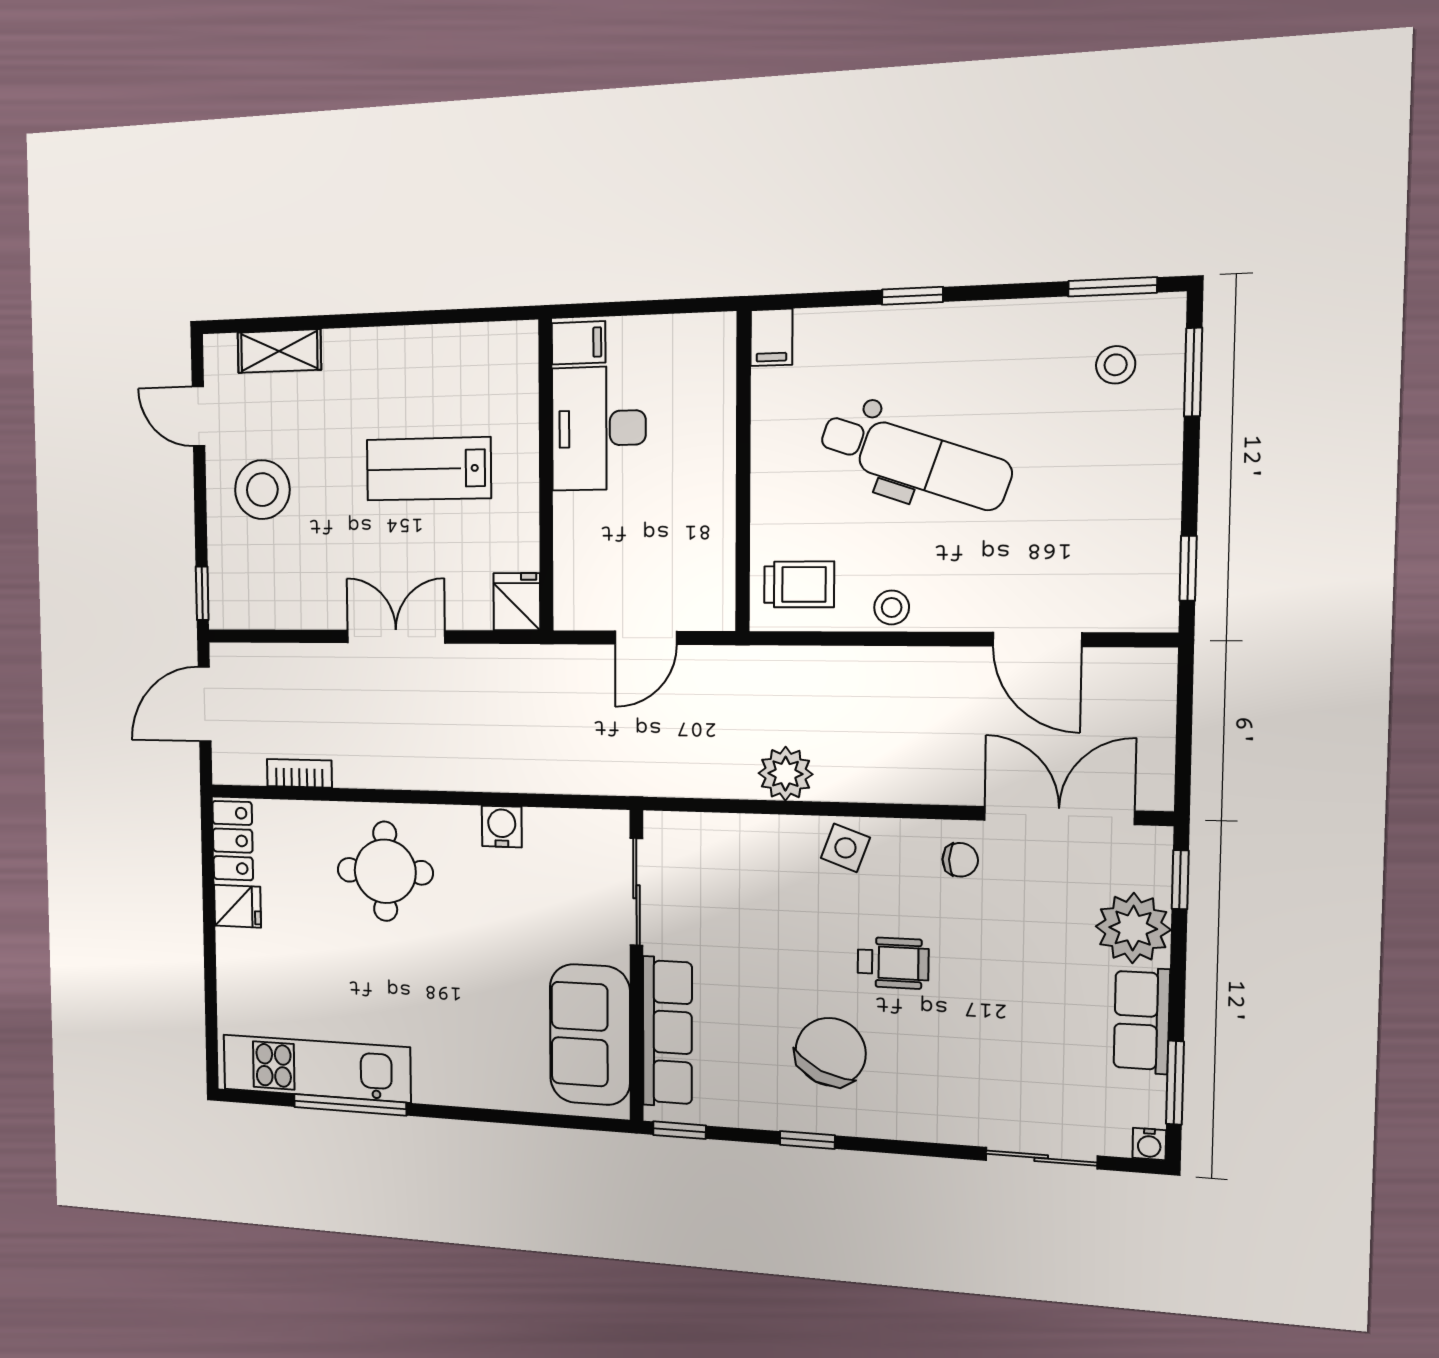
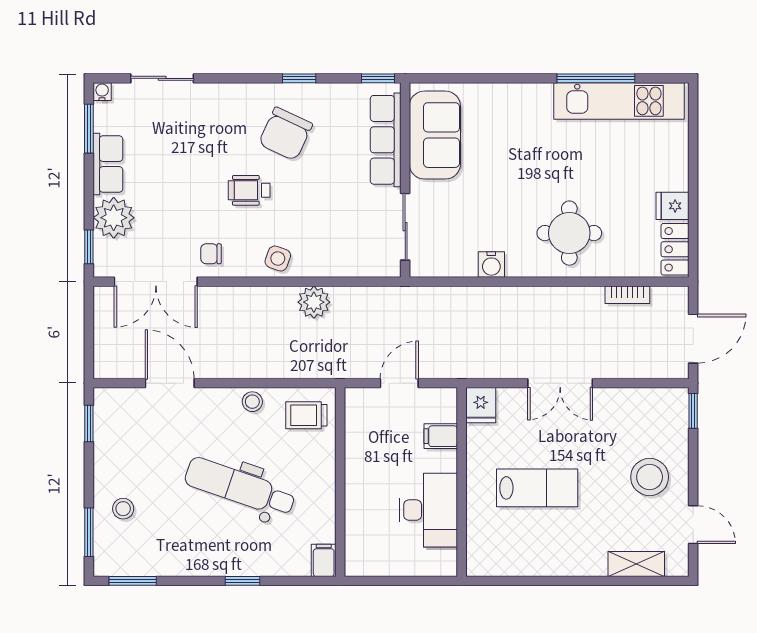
filing cabinet: (579, 343) -> (441, 436), moved
stool: (1116, 365) -> (123, 509), moved

